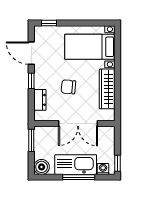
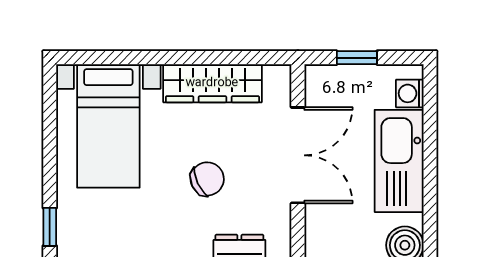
chair: (68, 87) -> (207, 179), turned -120
window: (118, 163) -> (357, 58), moved
window: (79, 177) -> (430, 154), removed

